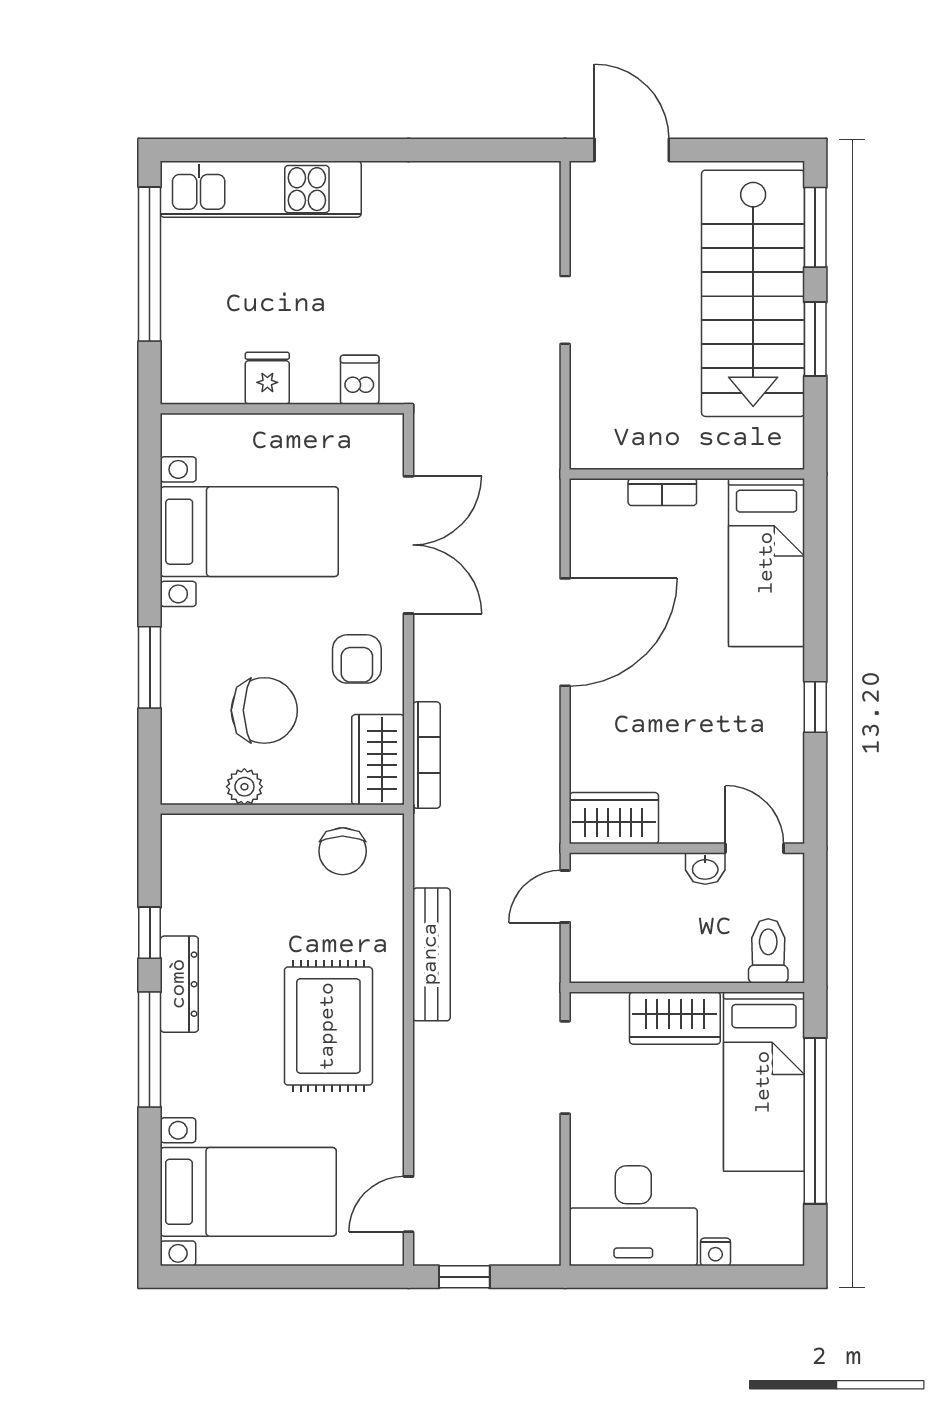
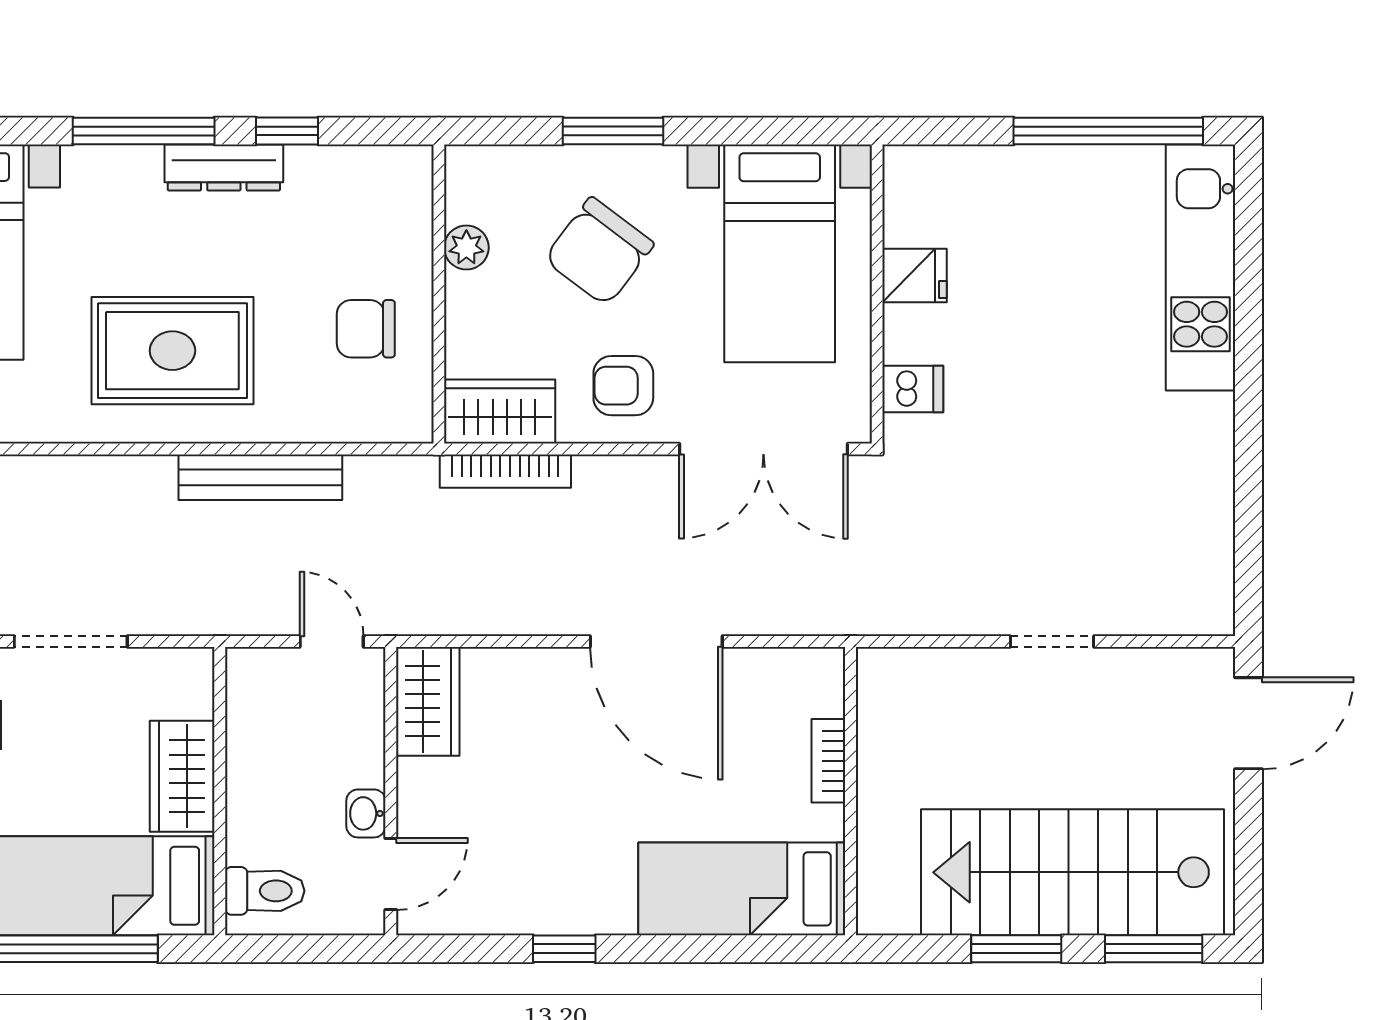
fridge: (267, 378) -> (915, 276), moved
dishwasher: (360, 380) -> (913, 389), moved
wall: (282, 409) -> (877, 294), moved
chair: (264, 710) -> (599, 252), moved, turned 37
chair: (343, 851) -> (366, 329), moved
doorway: (565, 1068) -> (71, 641), moved

